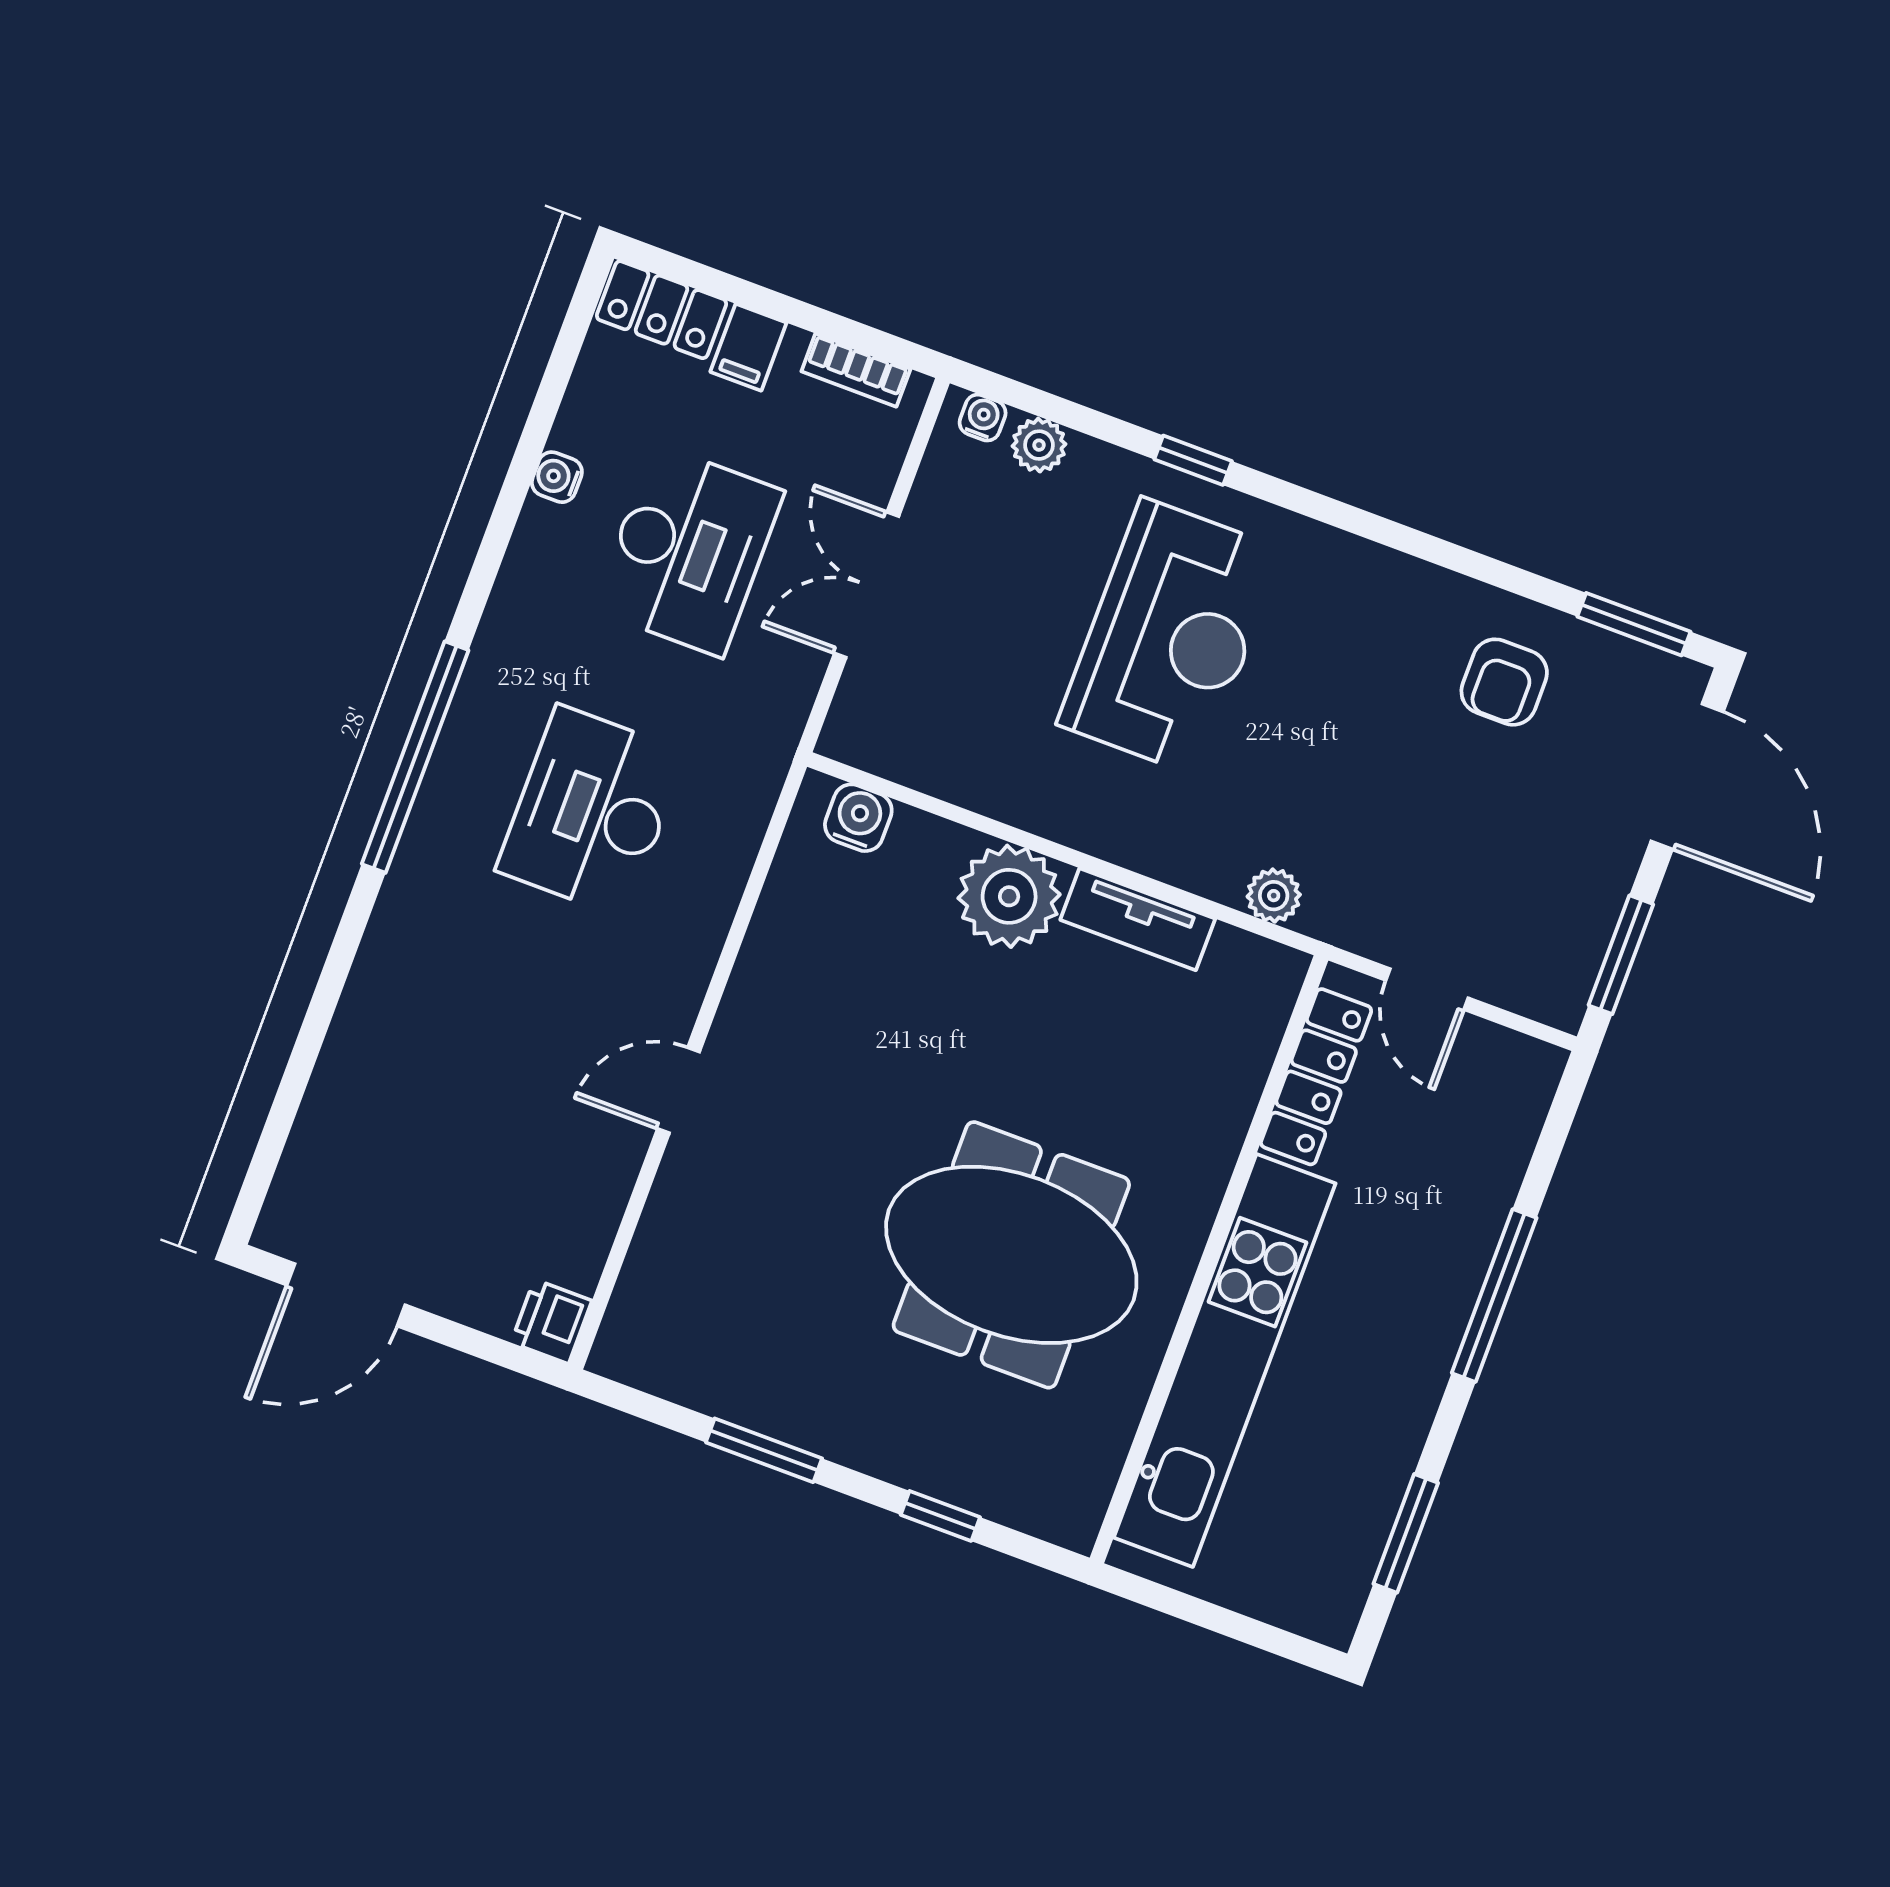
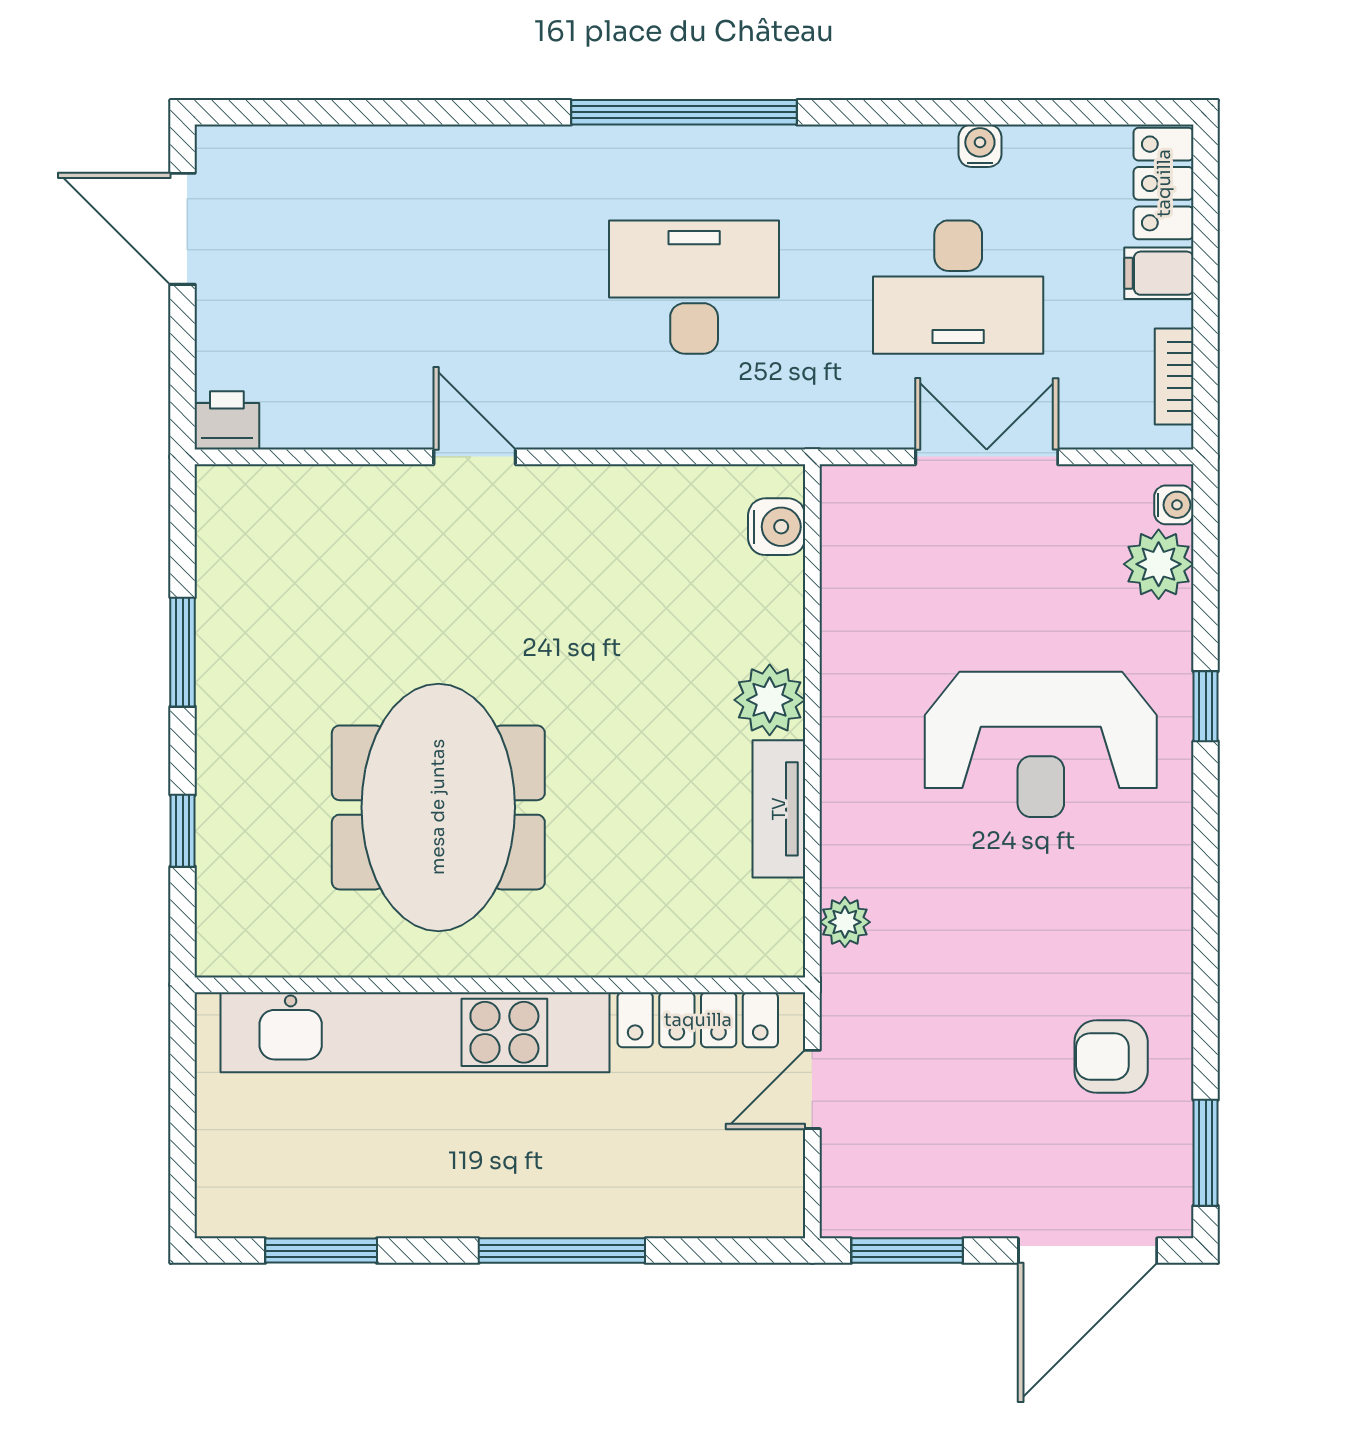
plant: (1039, 445) -> (1159, 564), width x1.38, depth x1.38
plant: (1009, 896) -> (770, 700), width x0.73, depth x0.73

